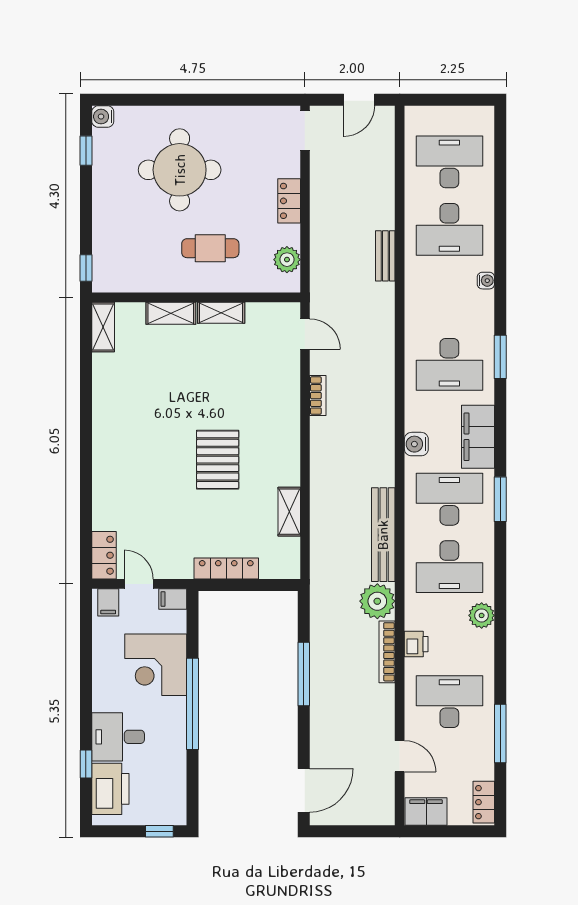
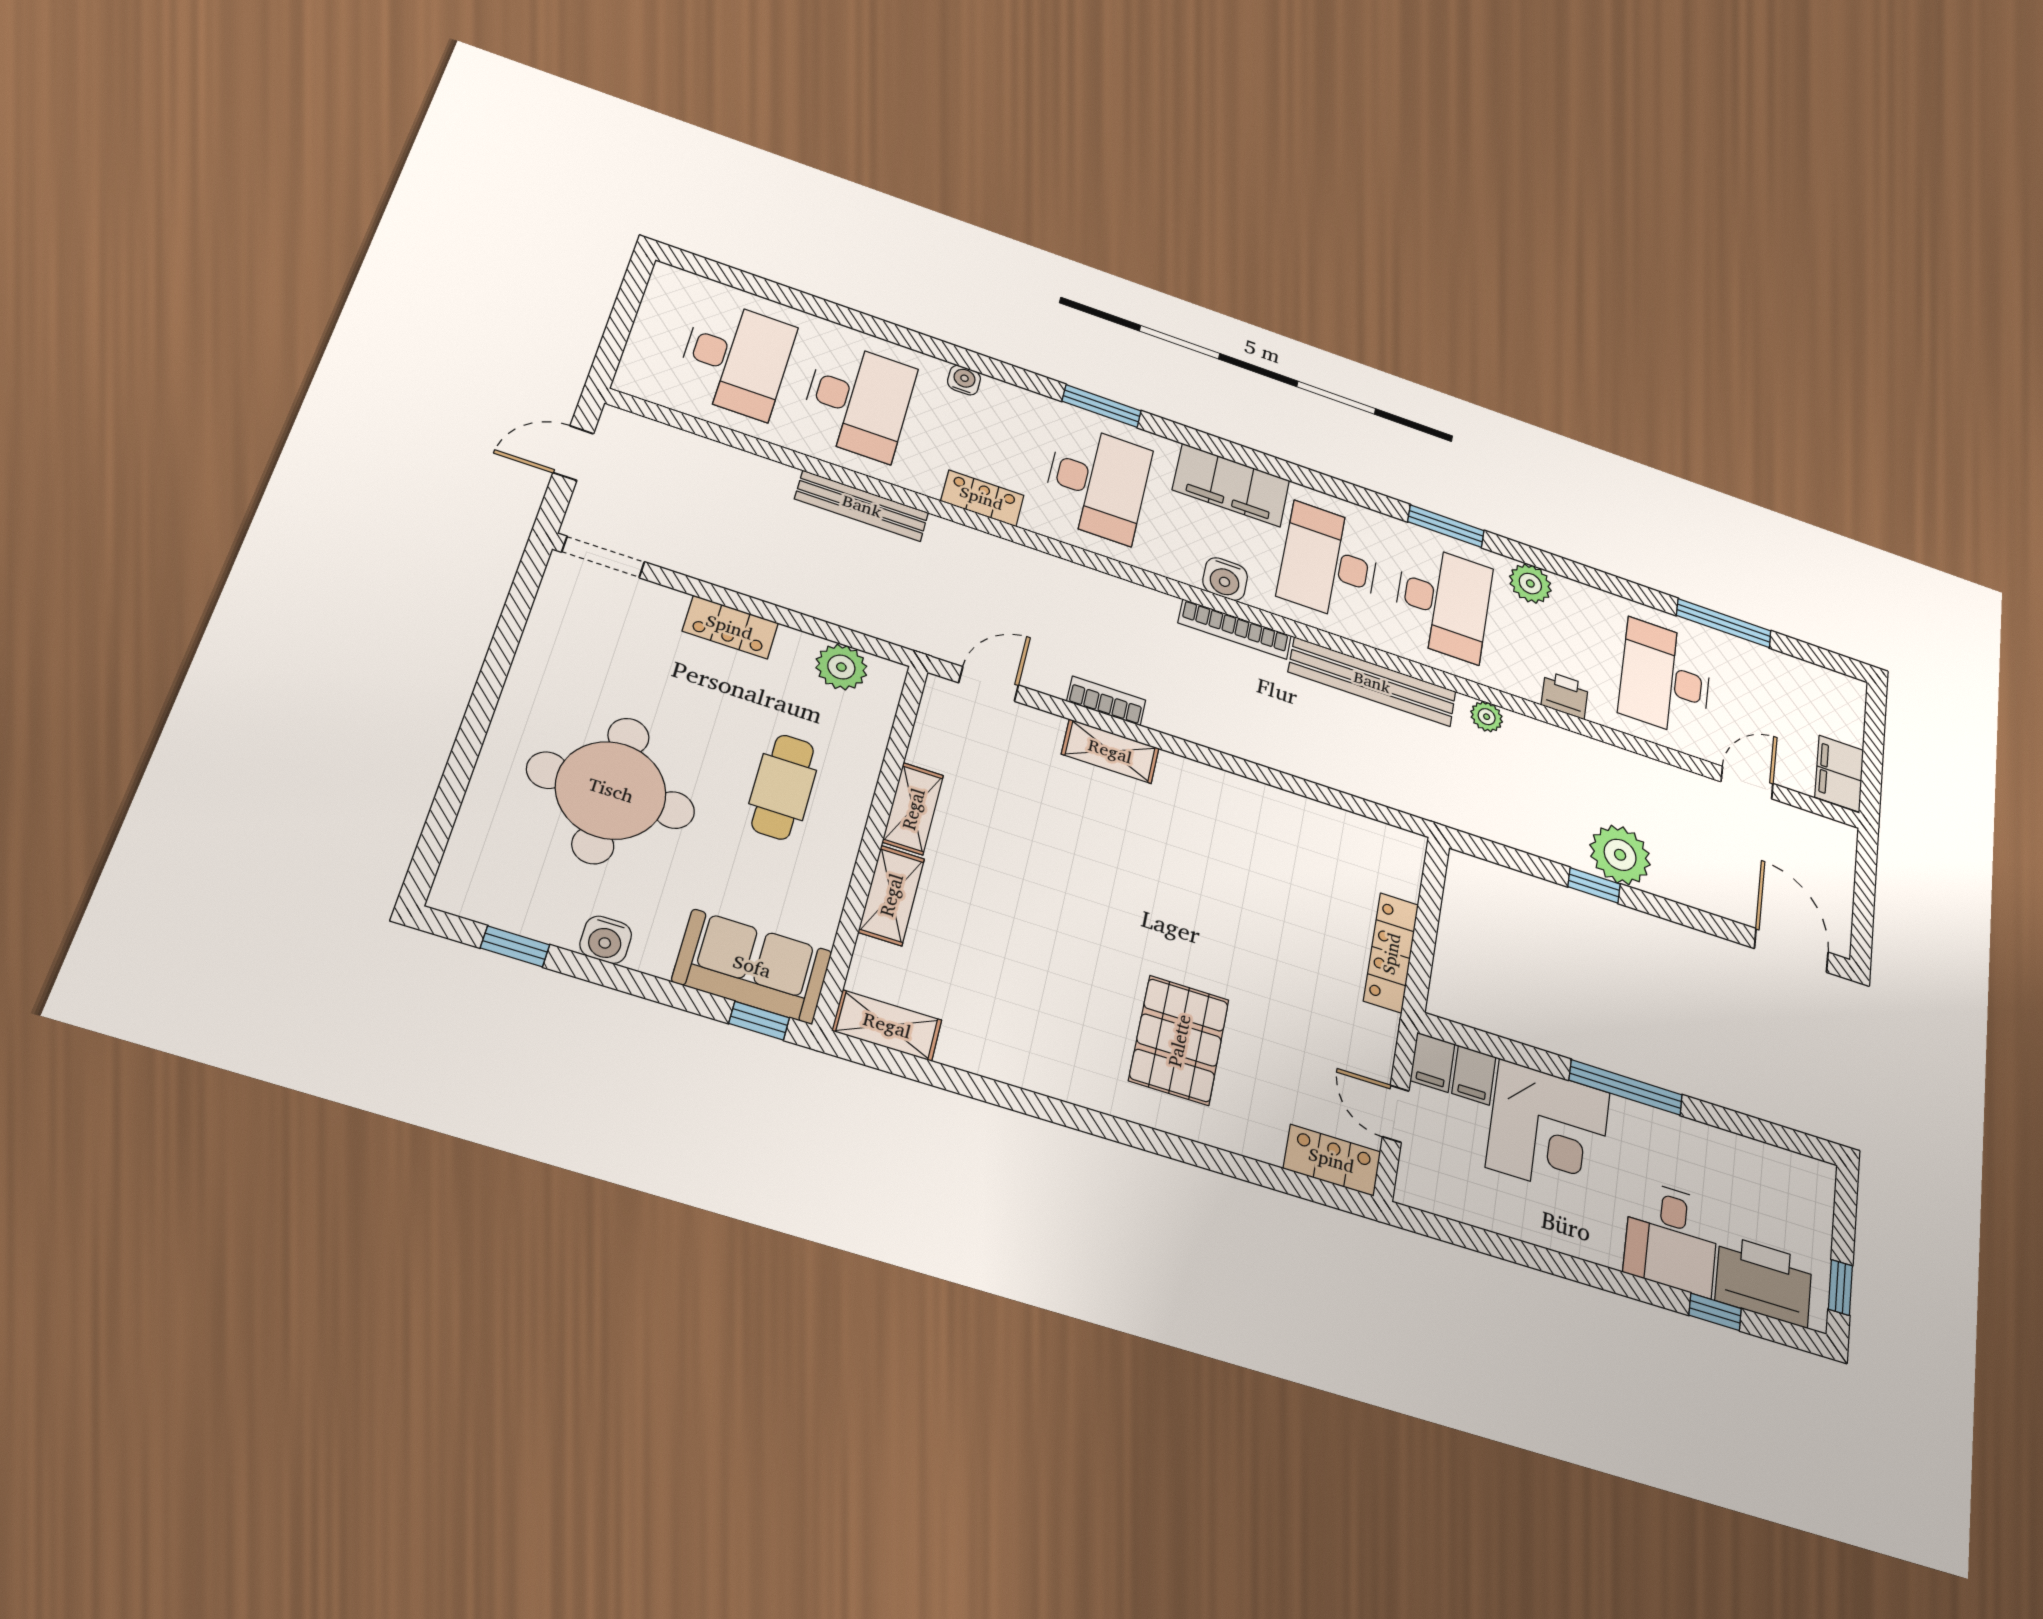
door: (359, 100) -> (573, 453), swing flipped
water cooler: (103, 117) -> (606, 940), moved
desk: (449, 162) -> (736, 359), turned 180
bench: (385, 256) -> (862, 506), width x1.36
sofa: (112, 258) -> (752, 966), added
pallet: (218, 460) -> (1179, 1040), moved, turned 90
window: (500, 499) -> (1446, 526), moved
shelving: (289, 512) -> (1110, 751), moved
door: (139, 584) -> (1396, 1114), hinge flipped
plant: (377, 601) -> (1487, 717), width x0.53, depth x0.53
filing cabinet: (108, 602) -> (1474, 1075), moved, turned 90
bookcase: (387, 652) -> (1235, 629), moved
window: (304, 674) -> (1594, 885), width x0.46
plant: (328, 687) -> (1620, 855), added
window: (193, 704) -> (1626, 1087), width x0.68
locker: (484, 802) -> (982, 498), moved, turned 180
window: (159, 831) -> (1840, 1287), moved

